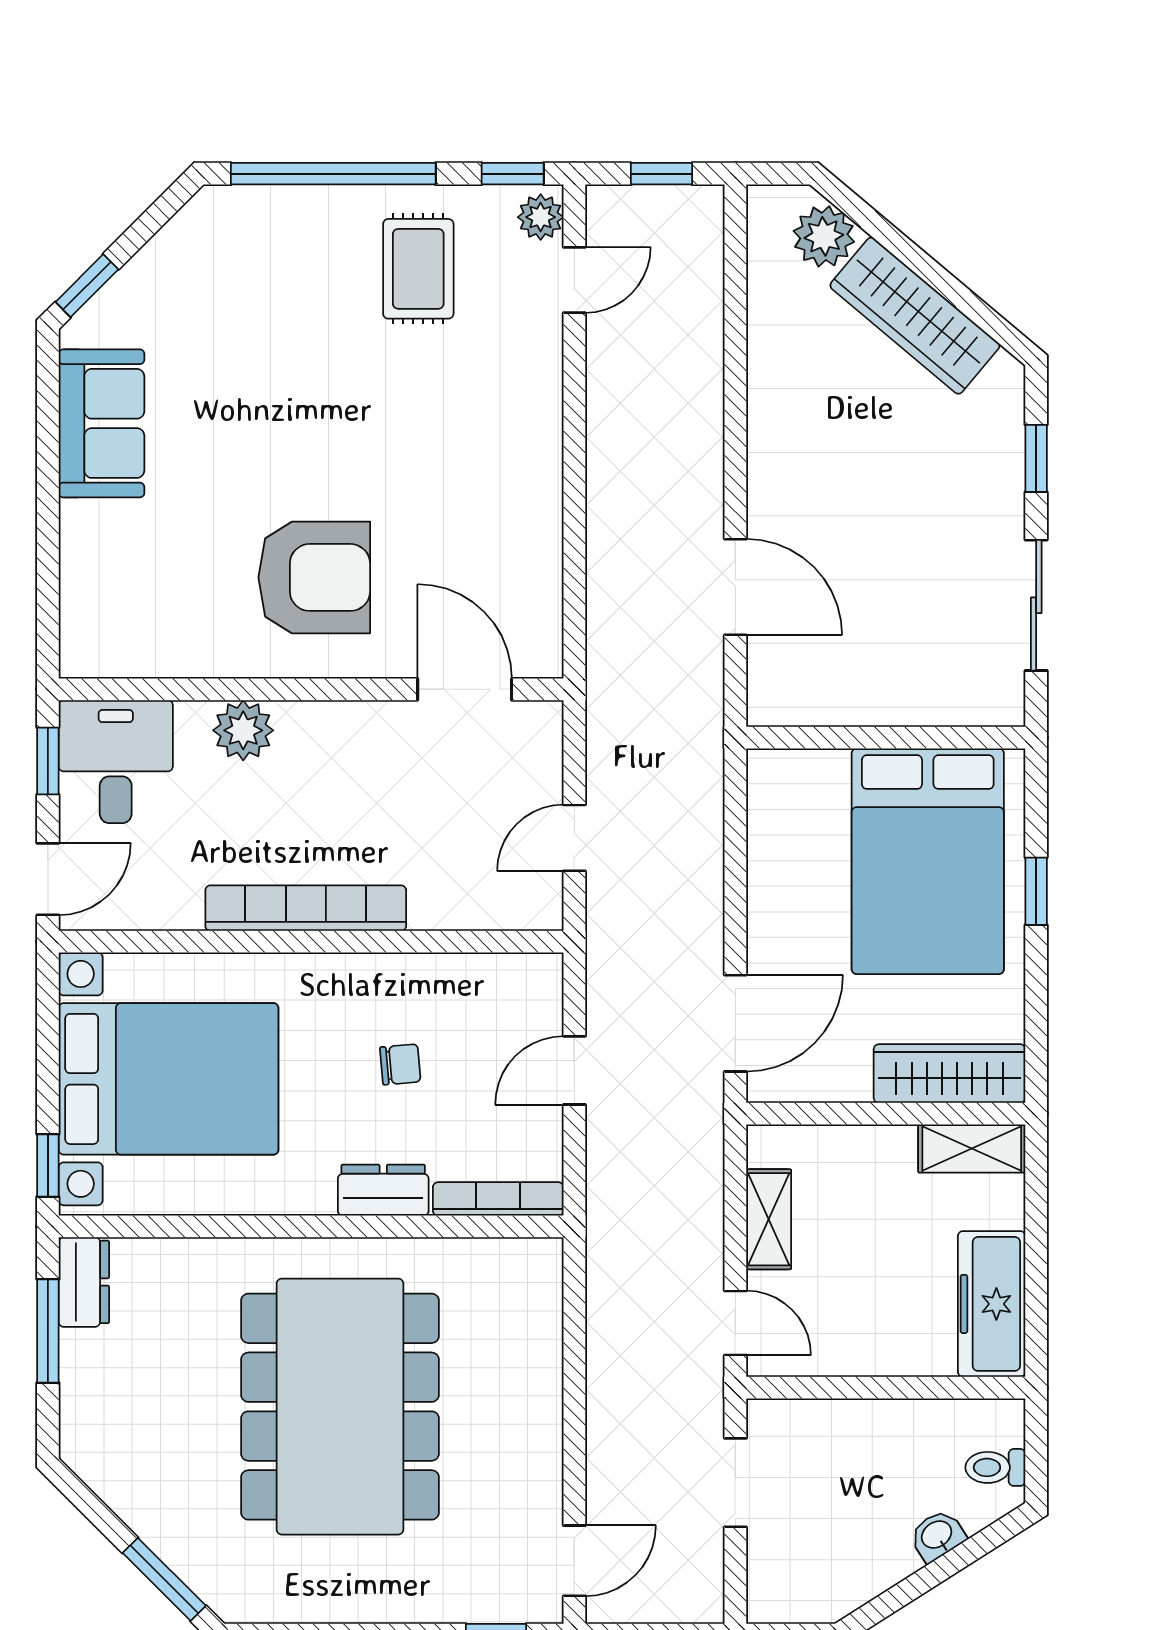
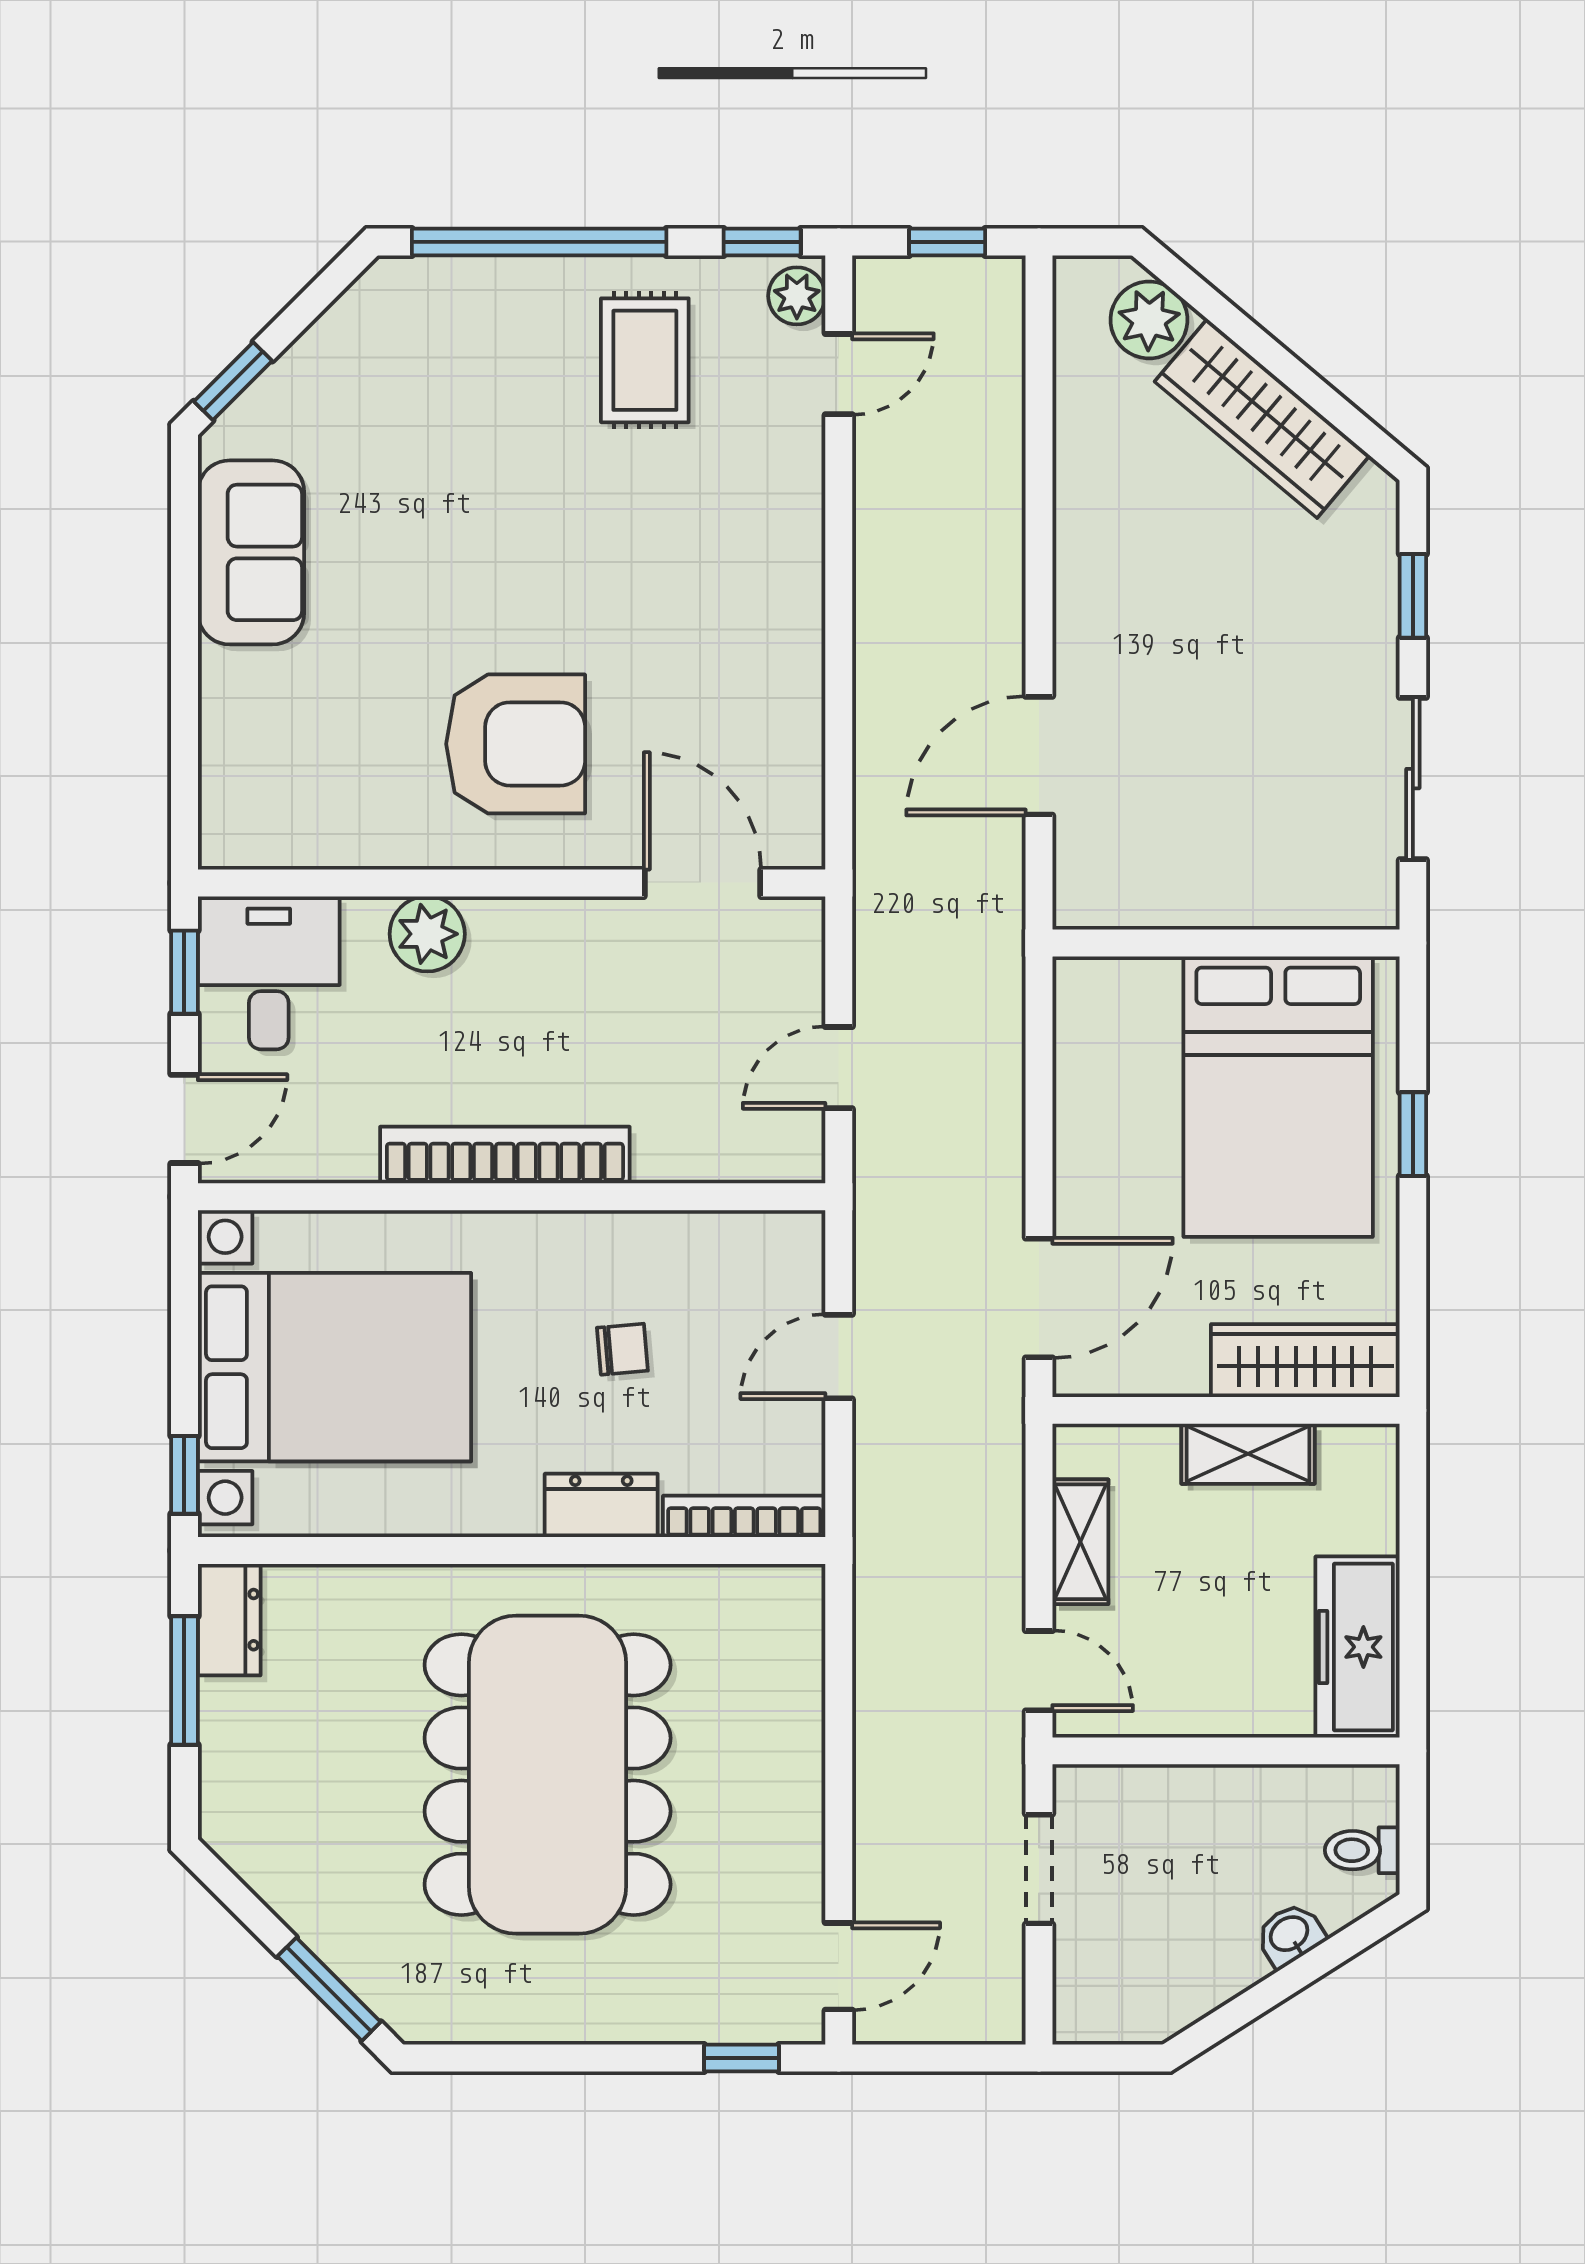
door: (735, 587) -> (1039, 756), swing flipped
shelving: (972, 1149) -> (1248, 1454), moved

